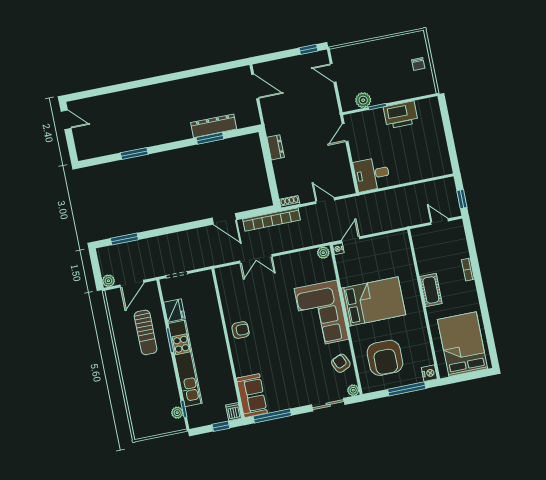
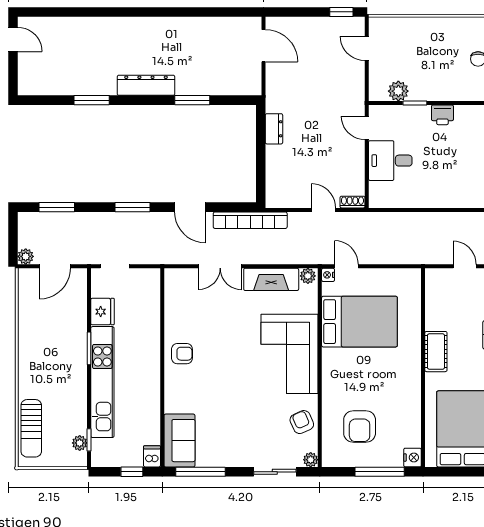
printer: (401, 115) -> (442, 115), width x0.53, depth x0.68
dresser: (214, 126) -> (146, 85), moved
door: (345, 133) -> (367, 128), hinge flipped
desk: (372, 174) -> (390, 161), moved
shoe rack: (290, 202) -> (352, 202), moved
window: (181, 228) -> (133, 207), added
door: (351, 240) -> (346, 266), hinge flipped
fireplace: (296, 261) -> (271, 279), added
bed: (373, 301) -> (359, 322), moved
sun lounger: (146, 332) -> (31, 428), moved
armchair: (385, 358) -> (360, 426), width x0.73, depth x0.73

